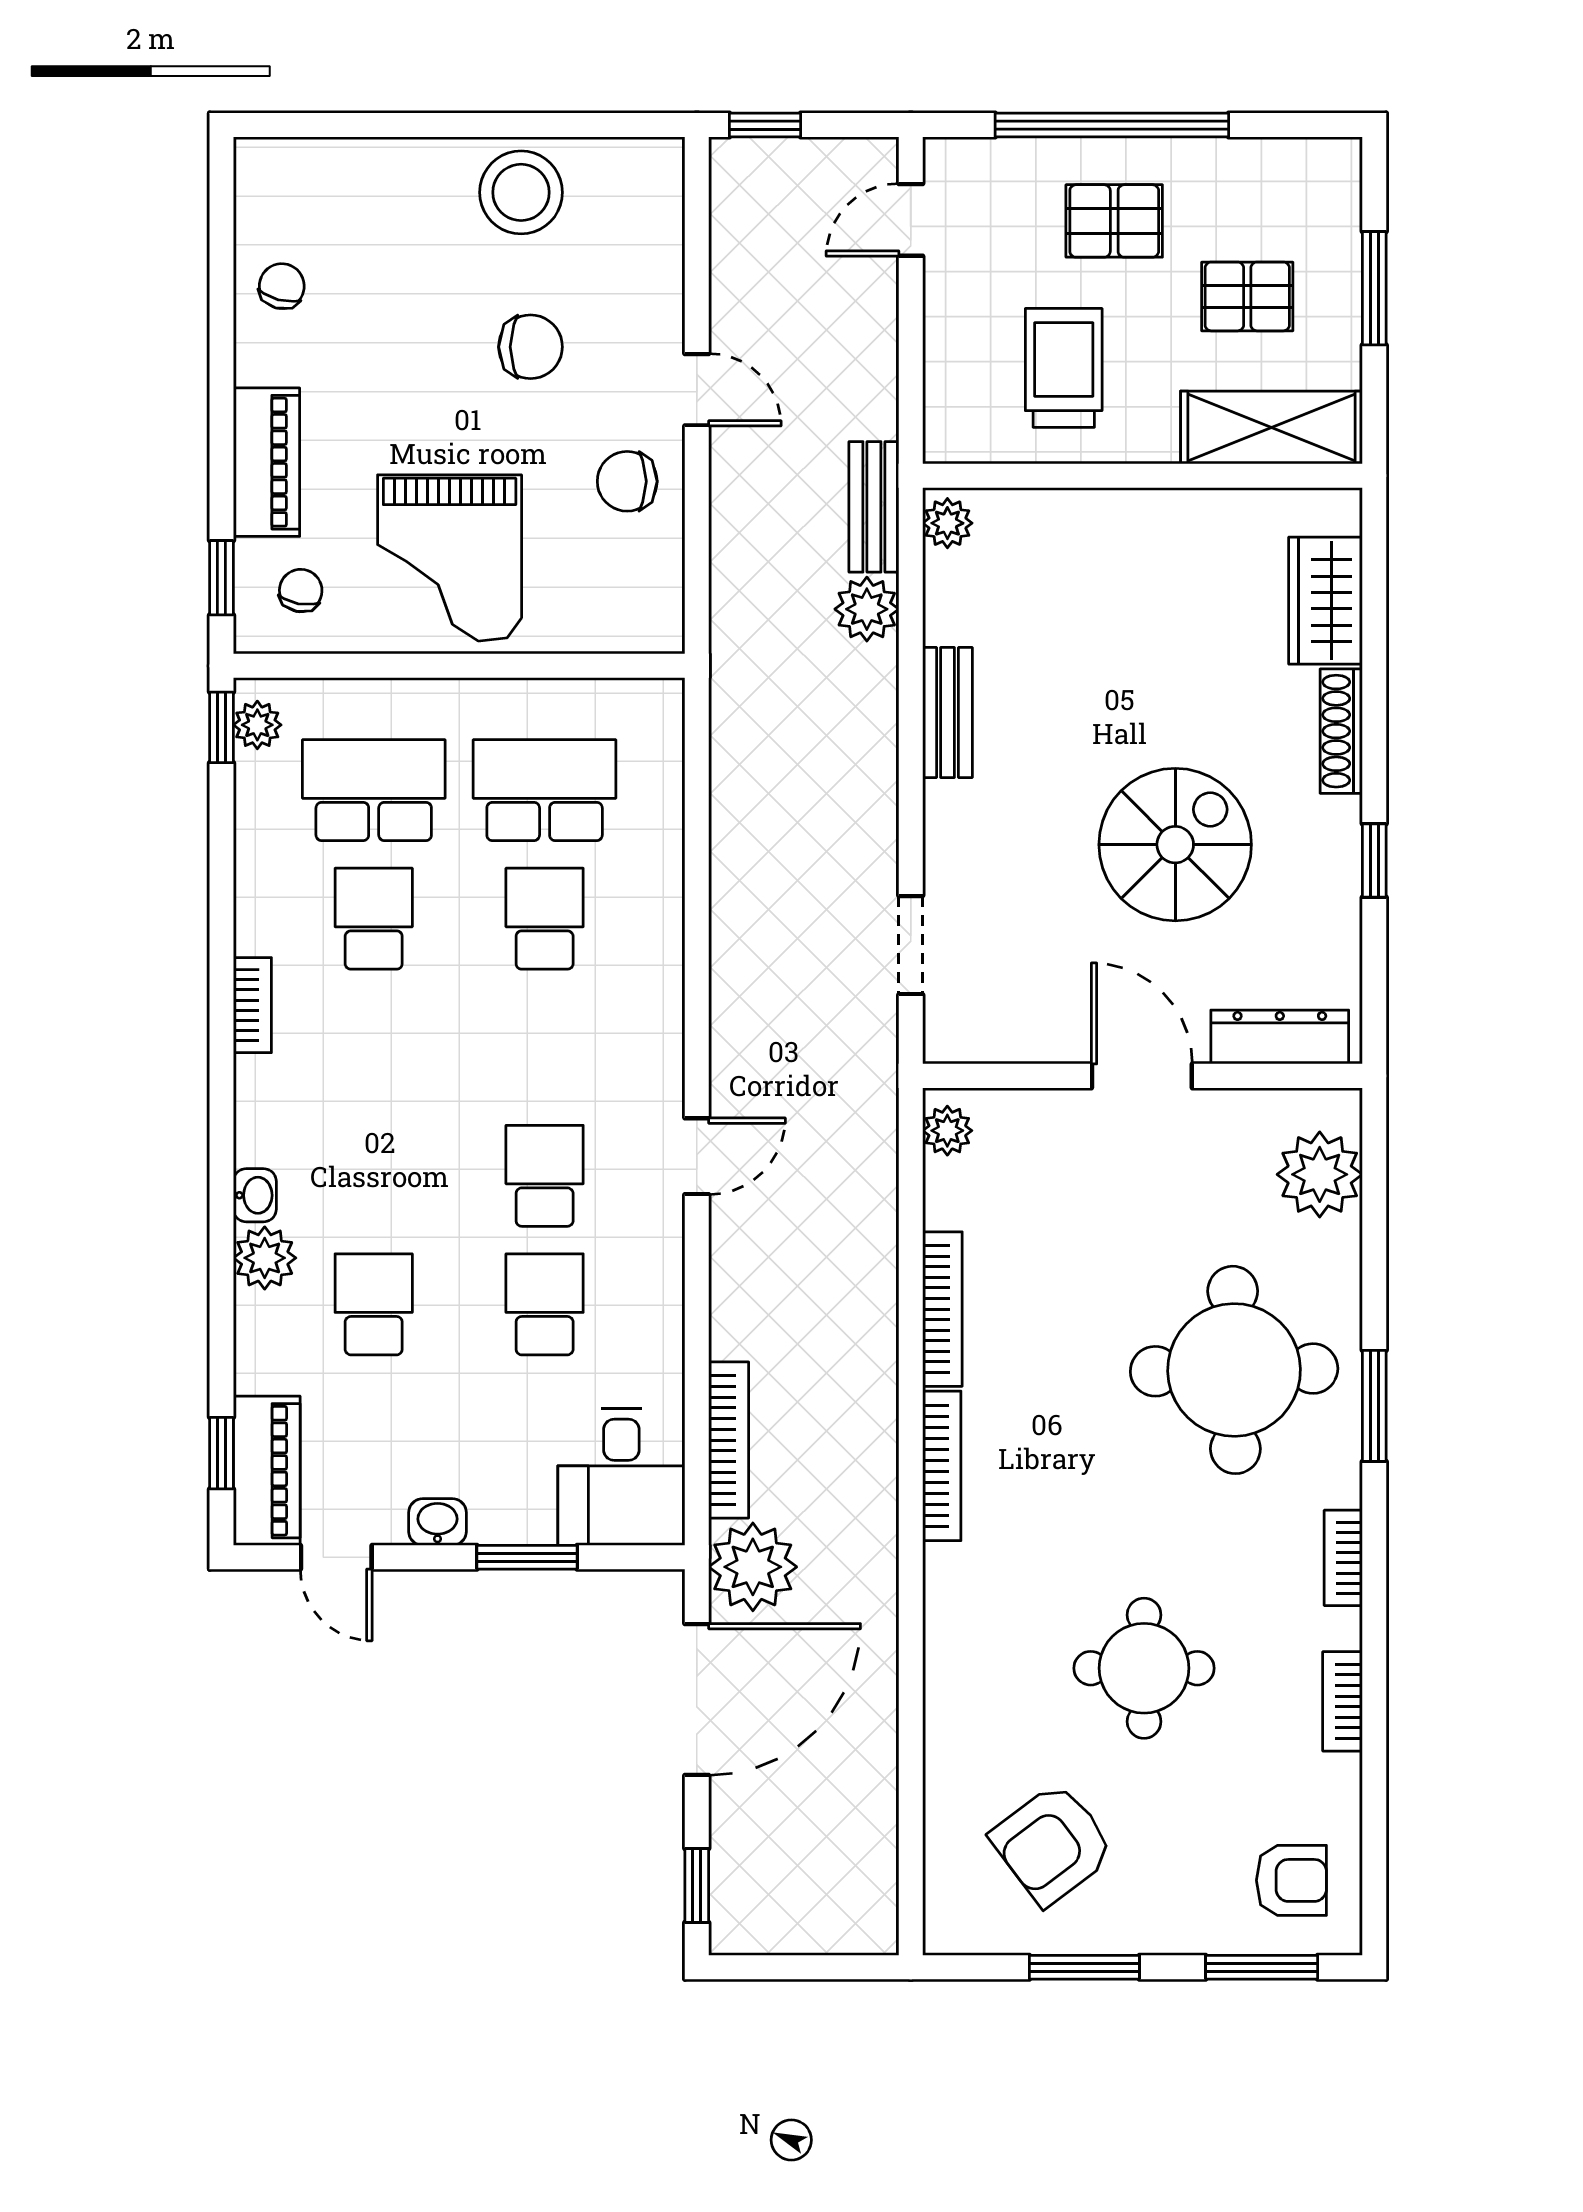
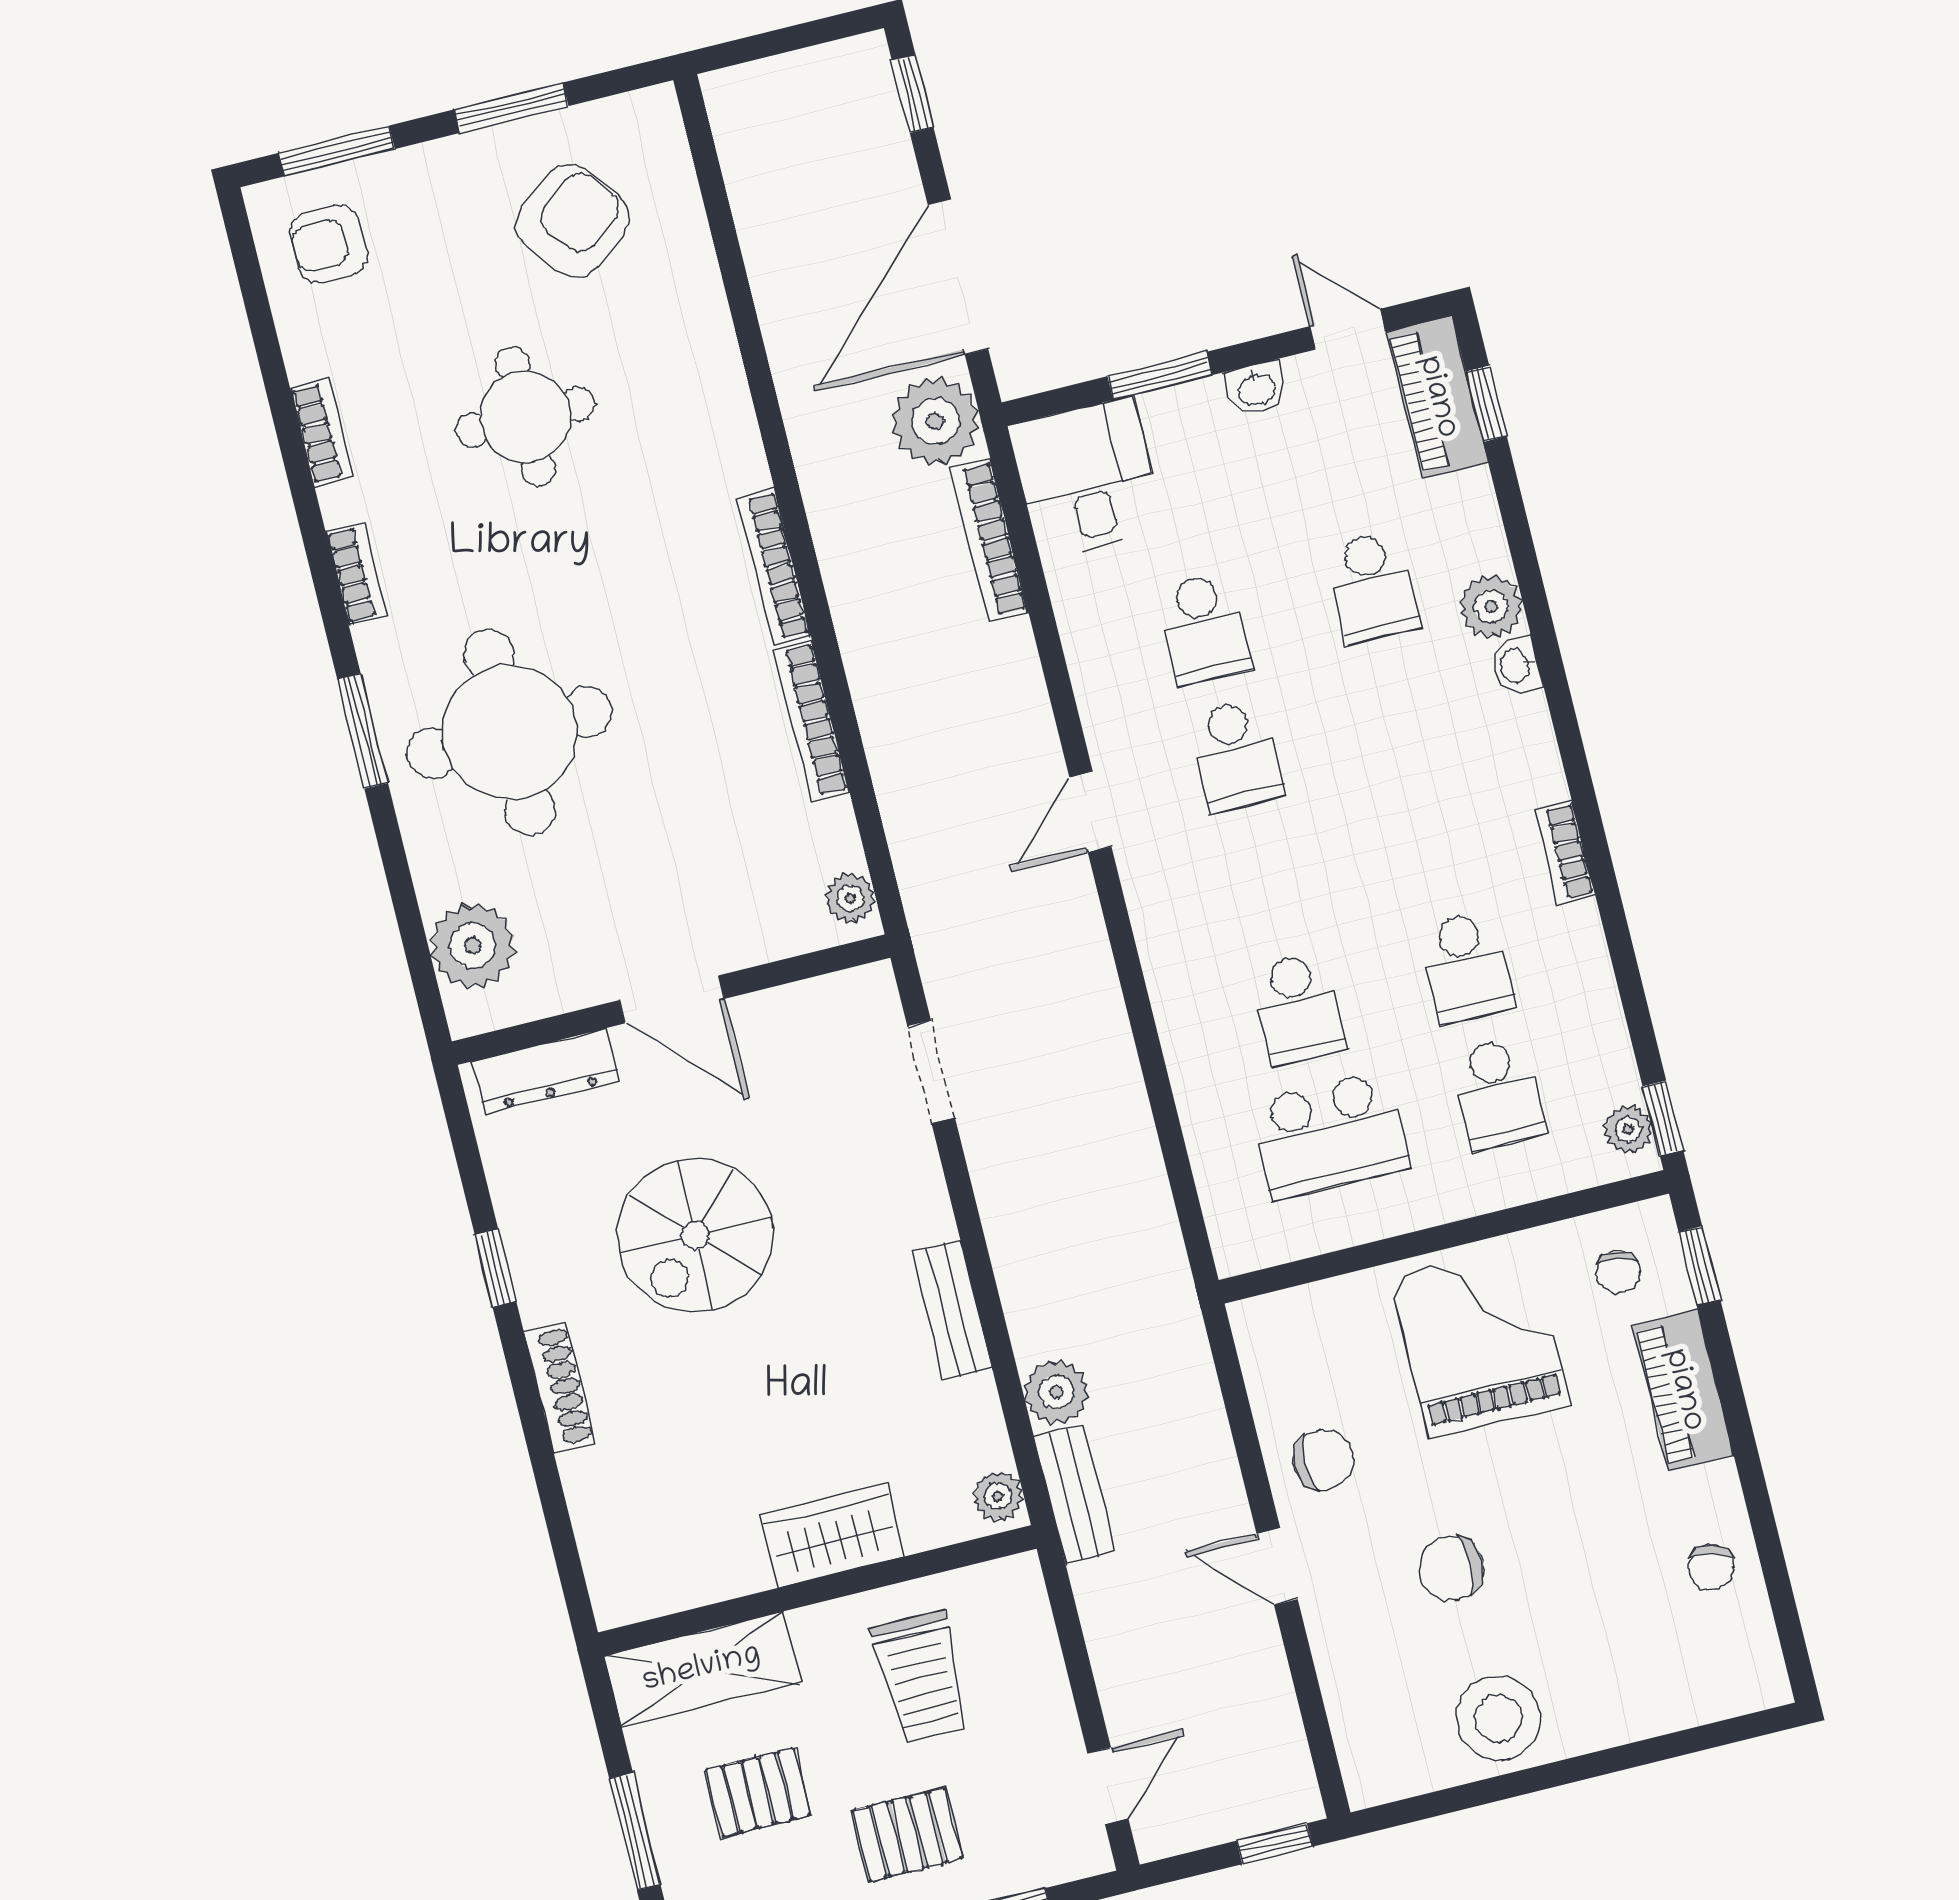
wardrobe: (1325, 601) -> (833, 1536), moved, turned -90
school desk: (374, 790) -> (1498, 1094), width x0.54

